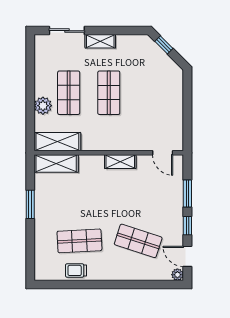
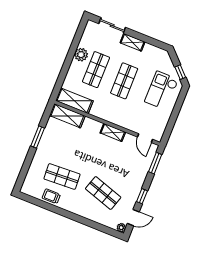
window: (164, 45) -> (180, 72), moved
checkout: (159, 86) -> (161, 90), added
plant: (43, 106) -> (81, 55), moved
window: (187, 194) -> (155, 163), moved
door: (187, 256) -> (133, 218), swing flipped

